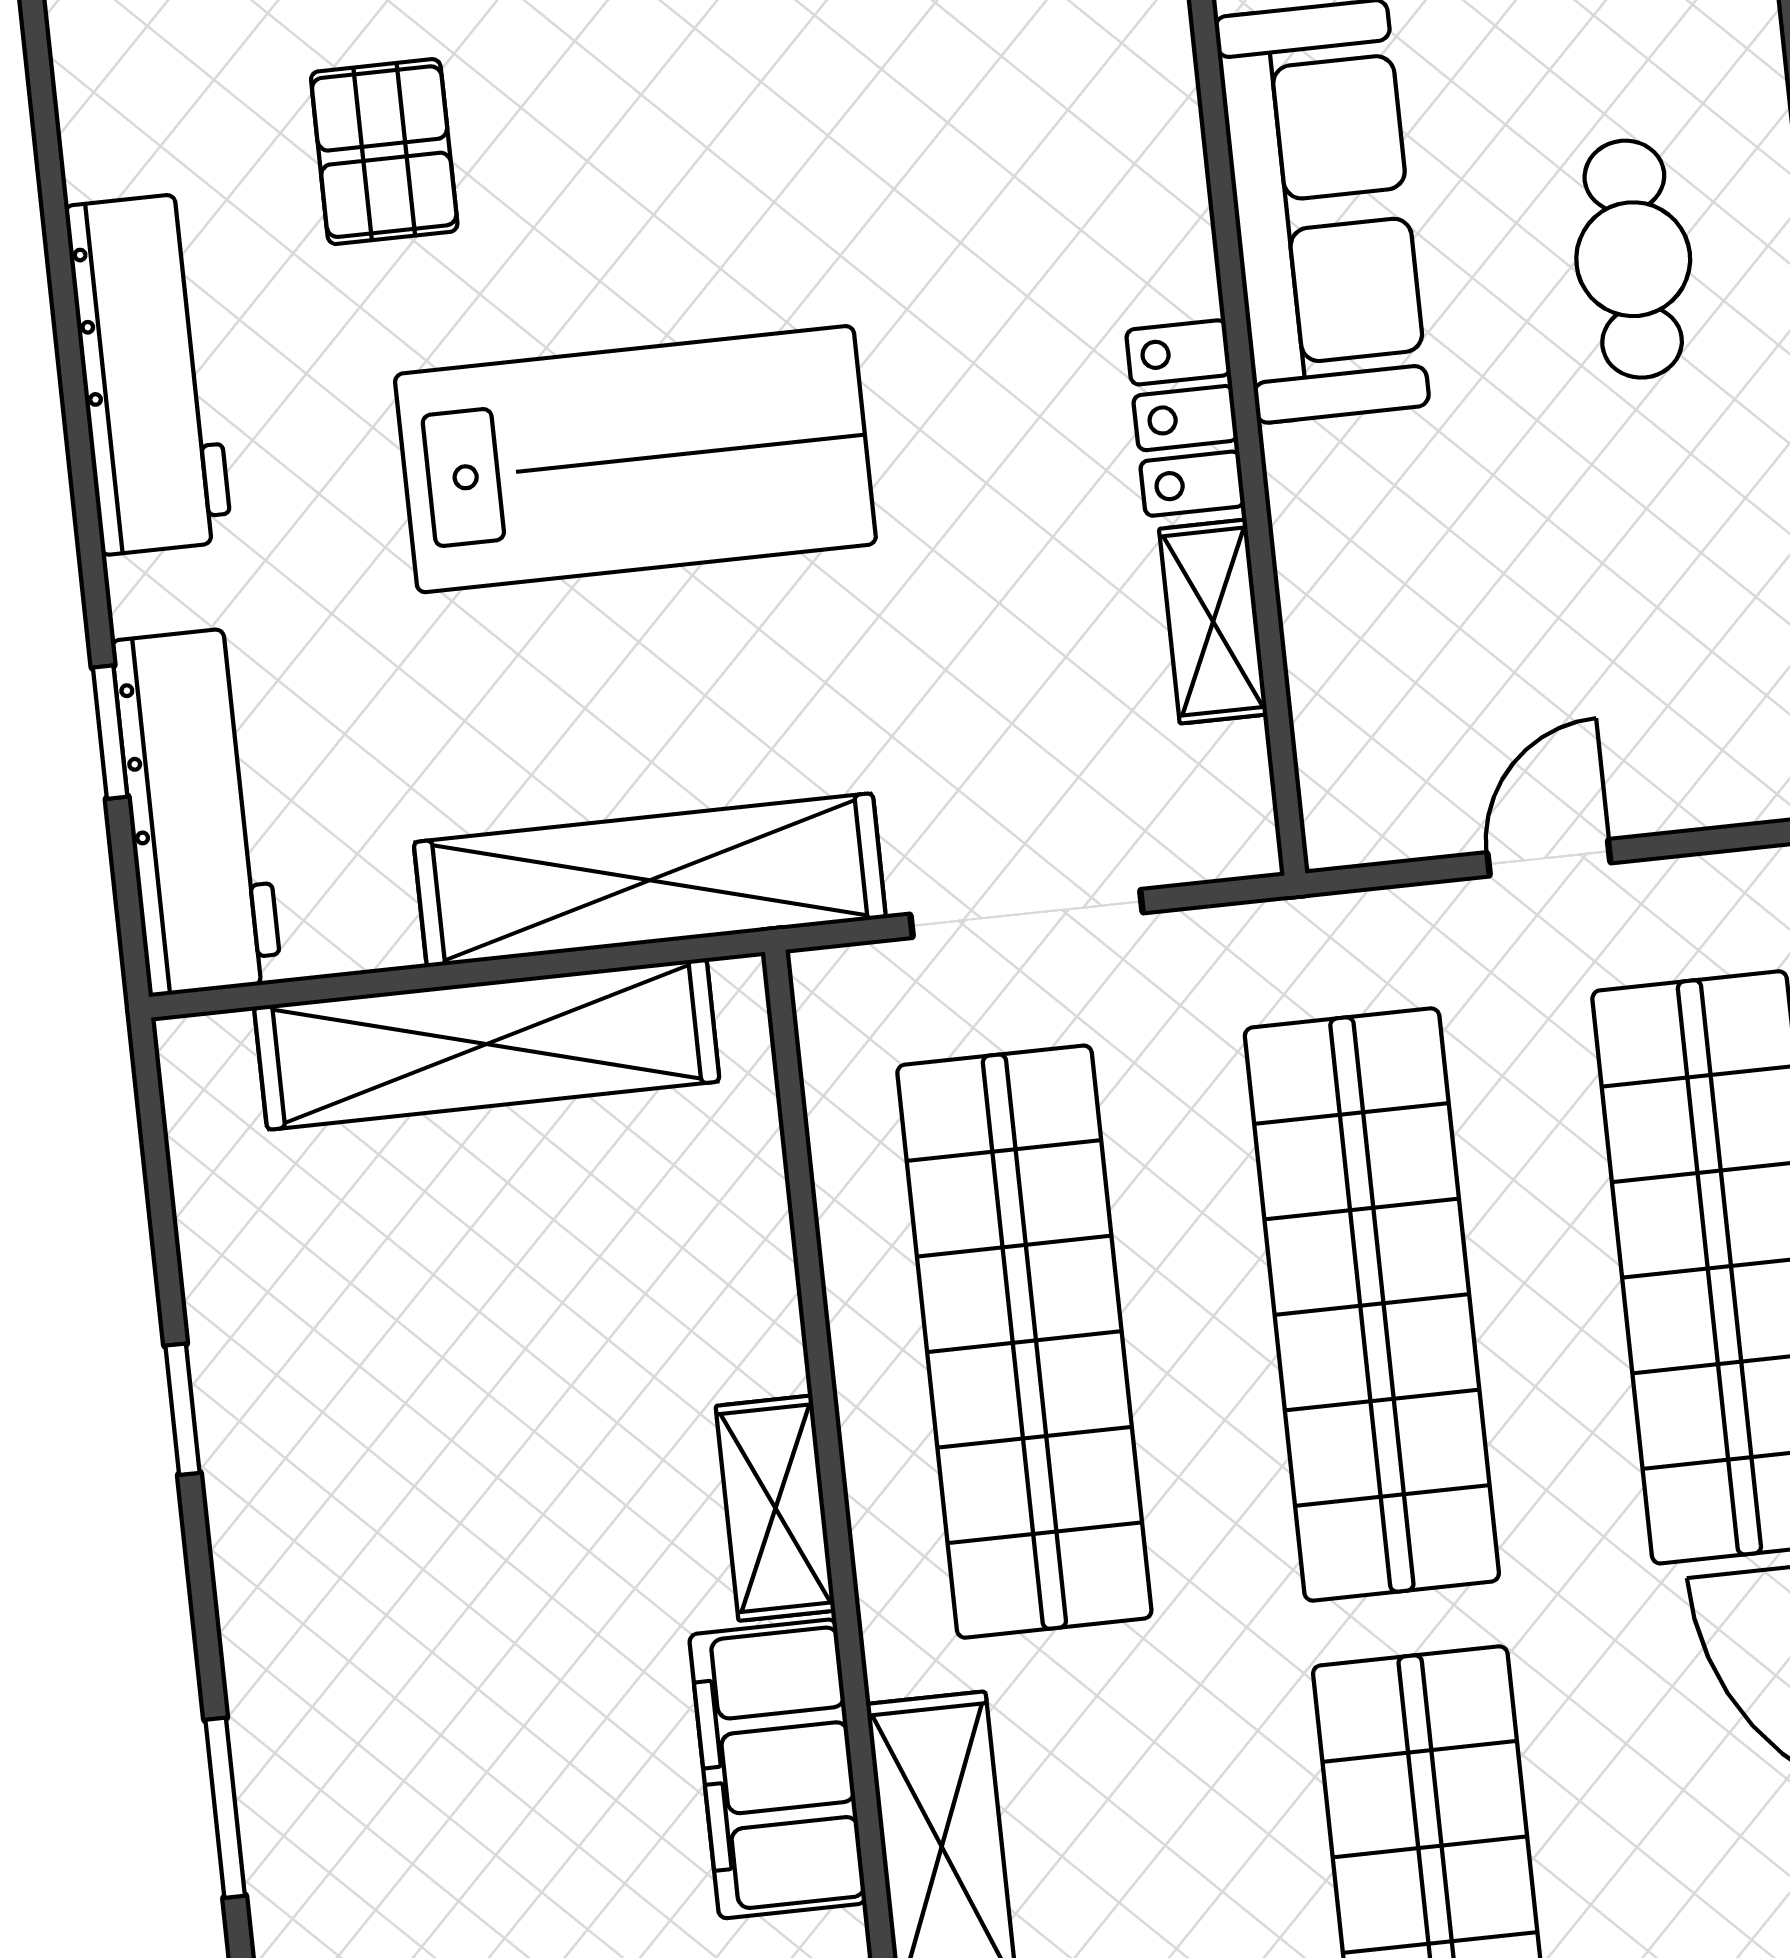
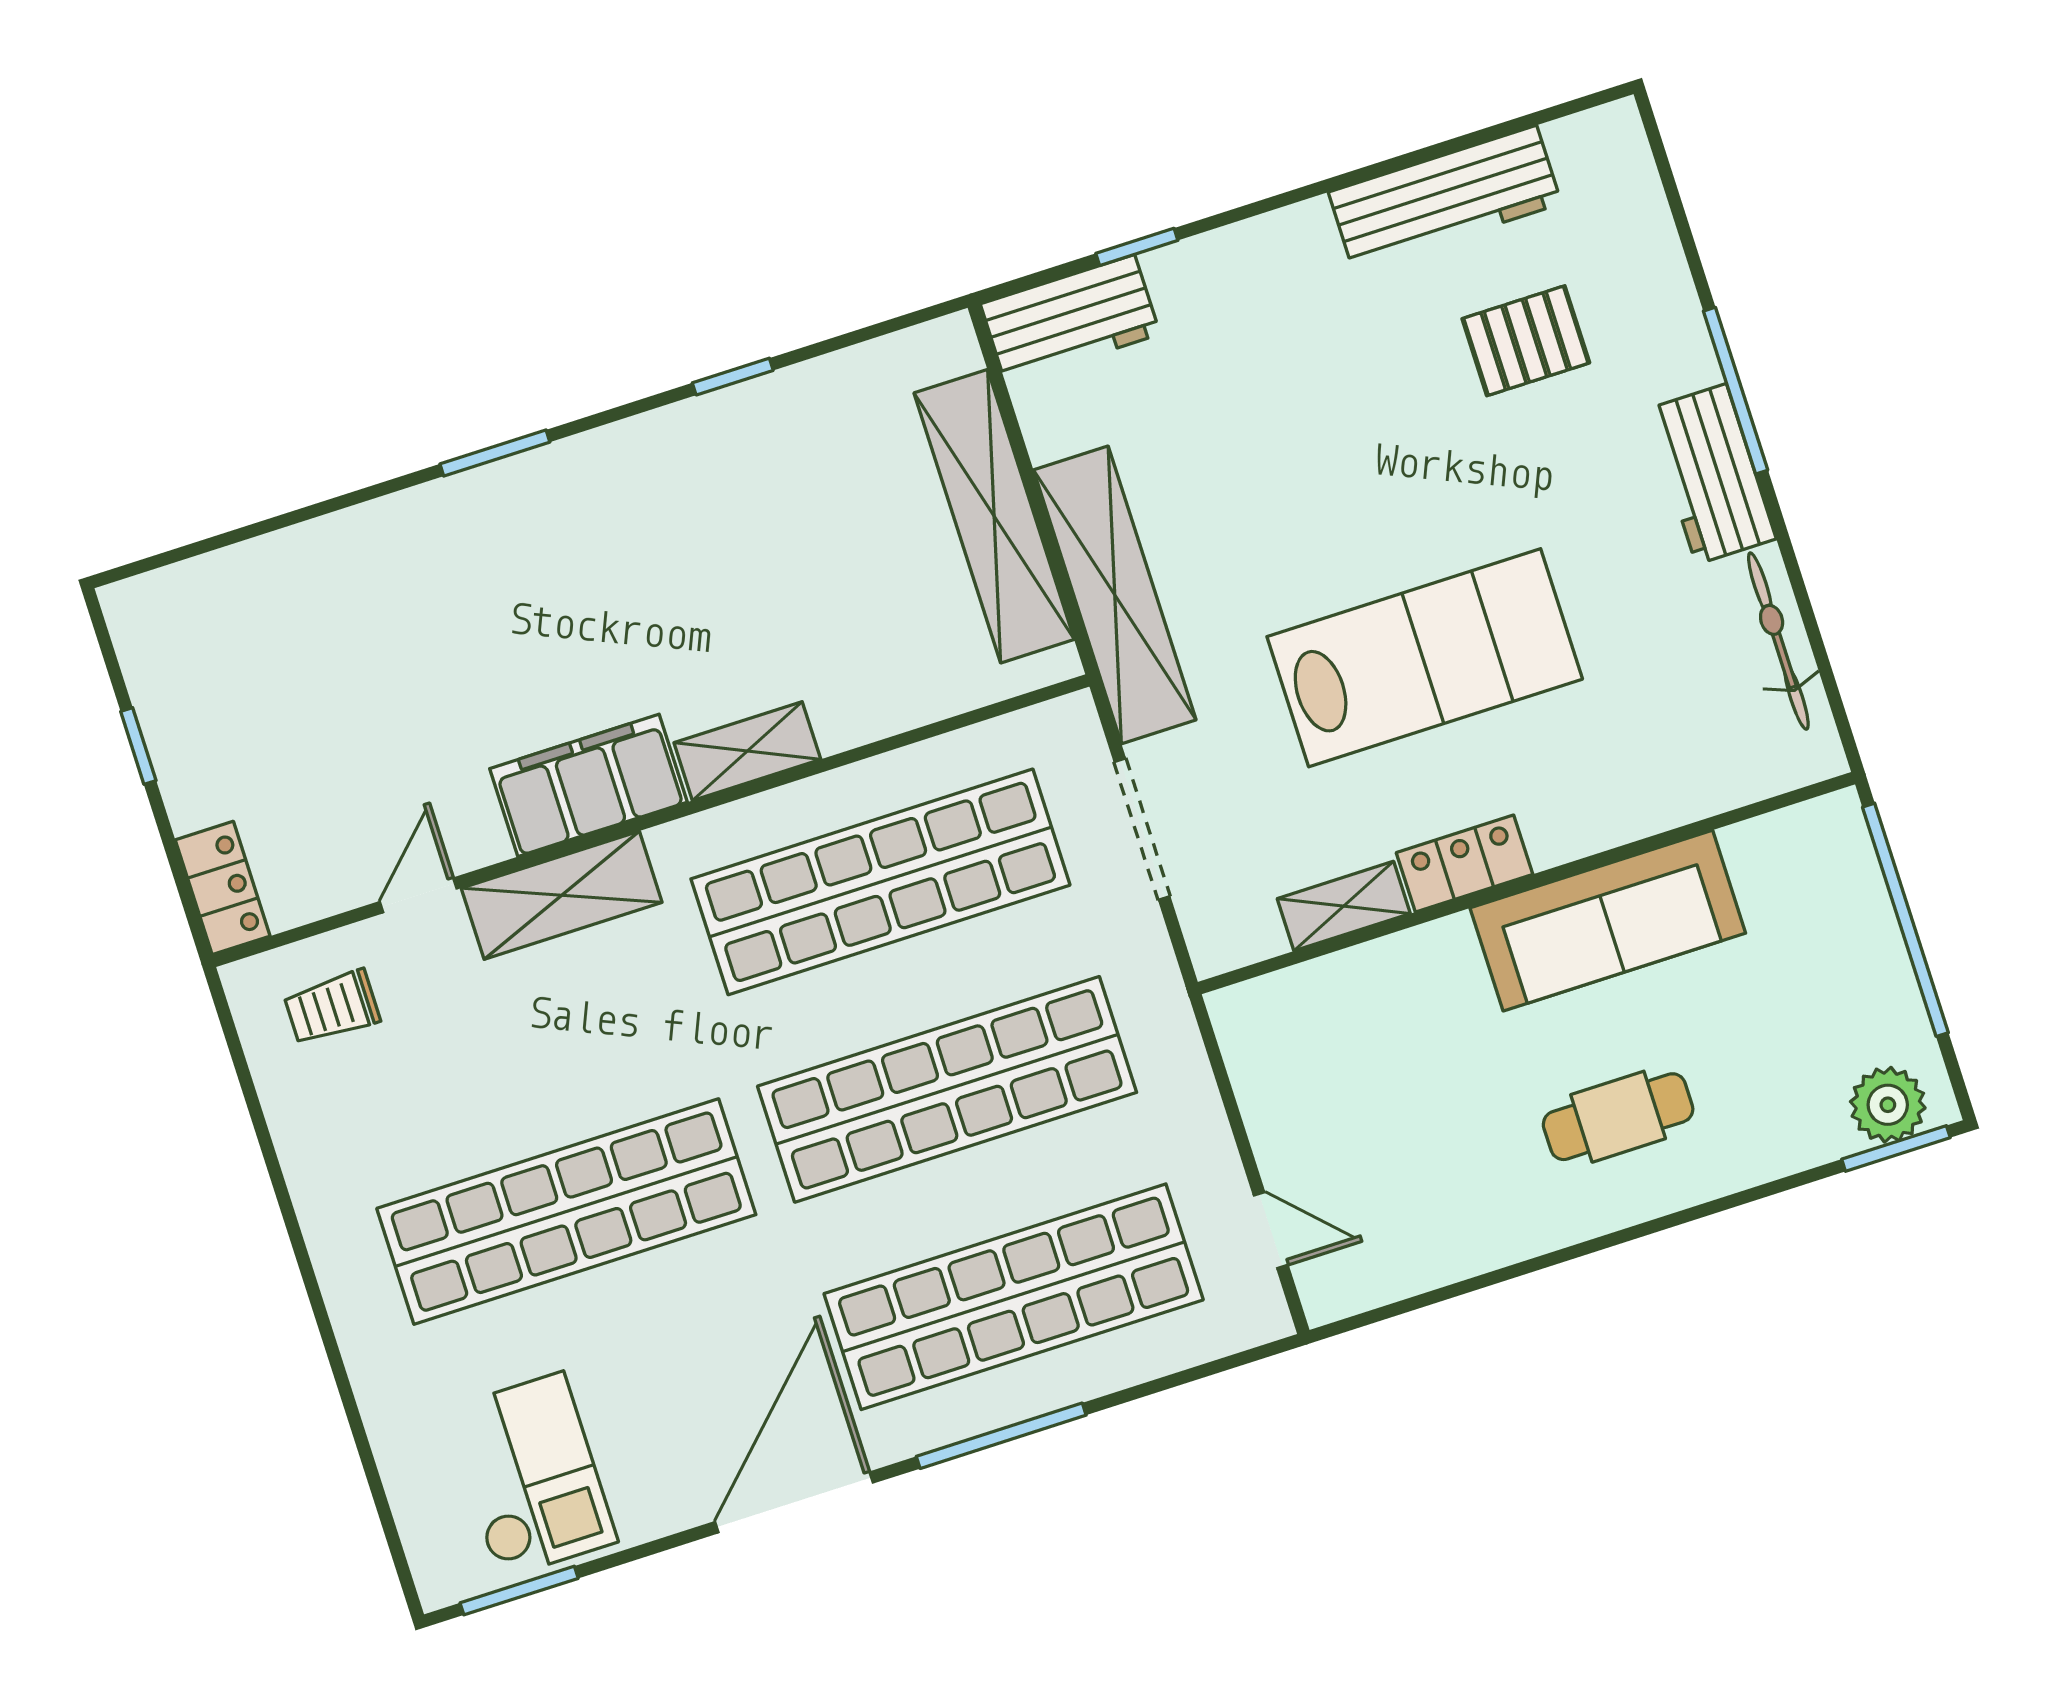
workbench: (149, 374) -> (1445, 198), moved
lab bench: (635, 459) -> (1425, 658), moved, turned -90
workbench: (197, 812) -> (1070, 319), width x0.73
door: (1549, 858) -> (1271, 1230), moved

